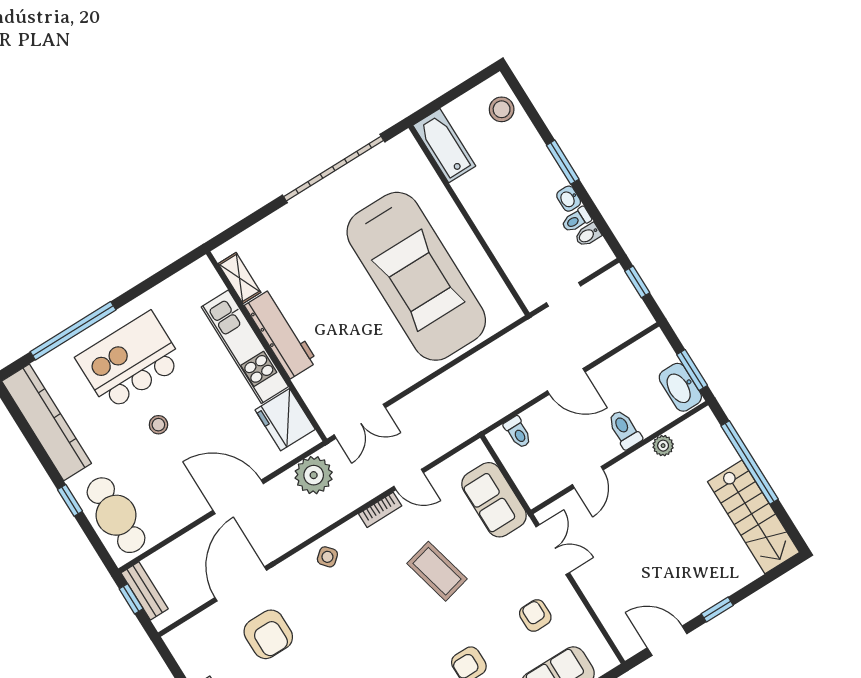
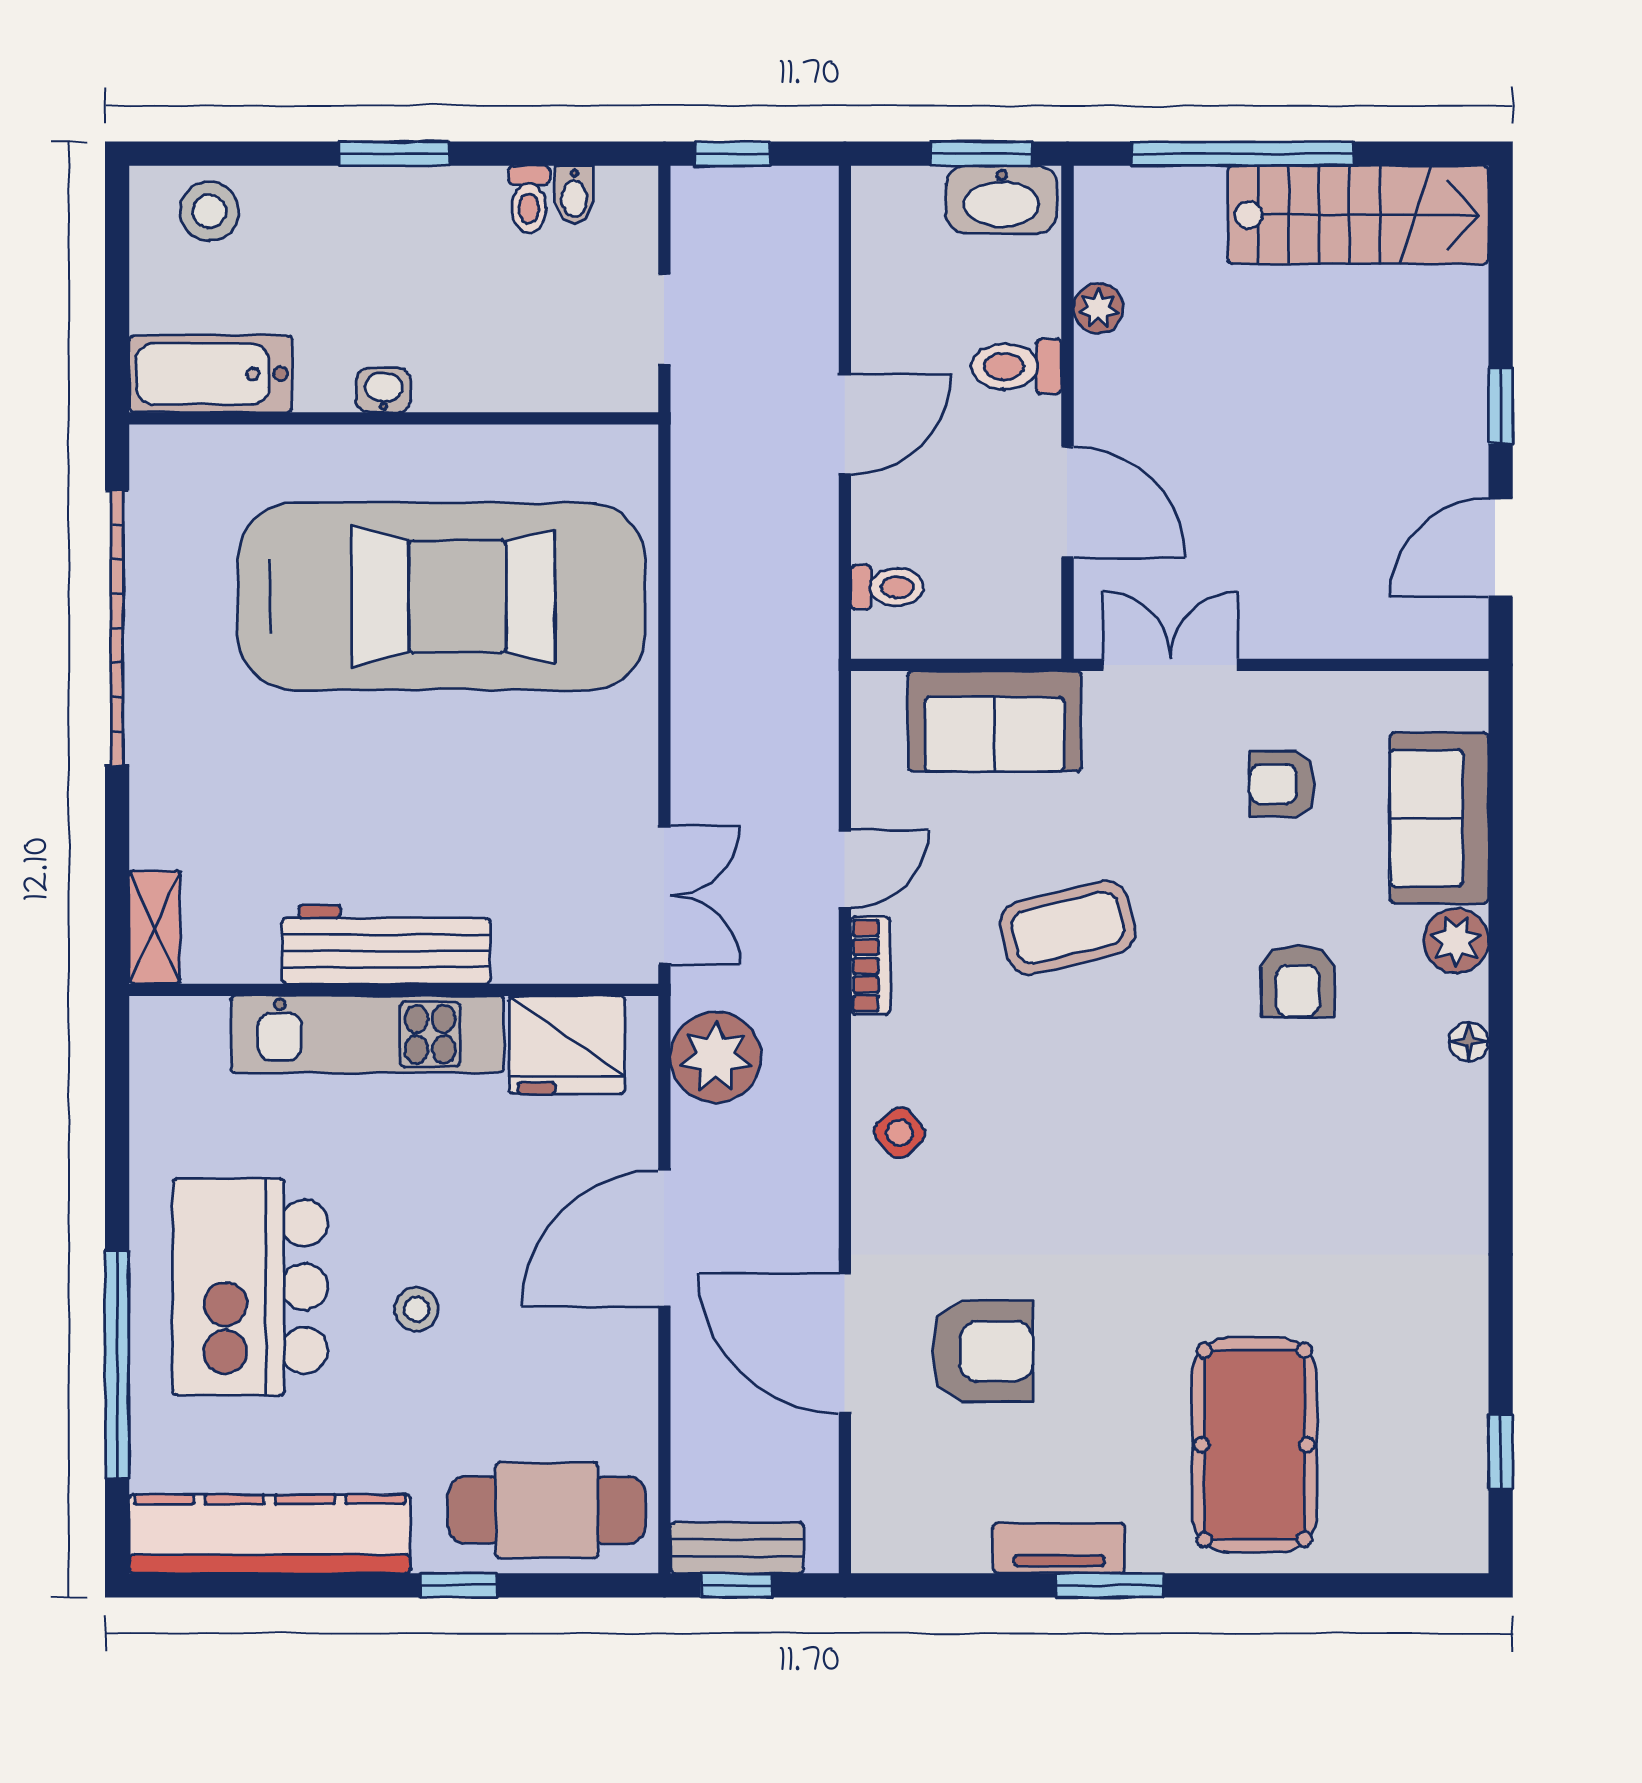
washbasin: (569, 199) -> (383, 390), moved, turned 180
shelving: (239, 278) -> (155, 927), moved, turned 90
door: (588, 477) -> (1067, 502), width x1.37

